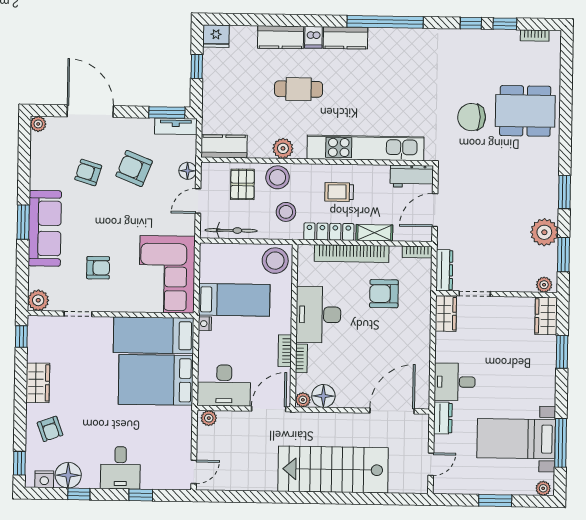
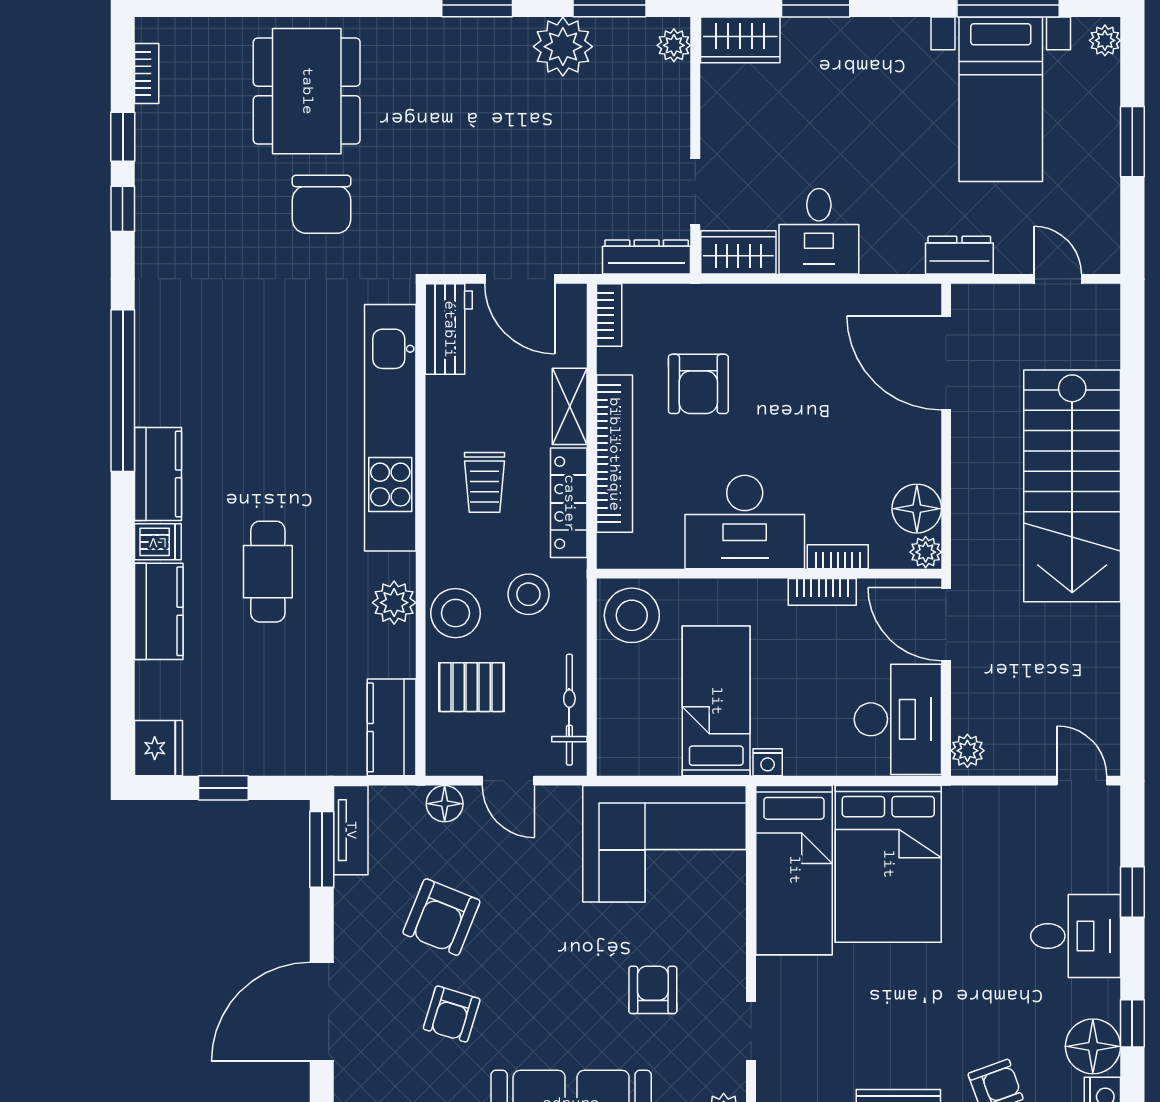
desk: (455, 382) -> (819, 231), moved

